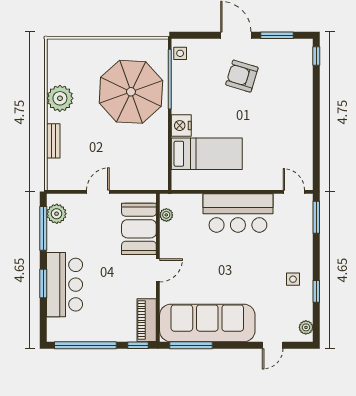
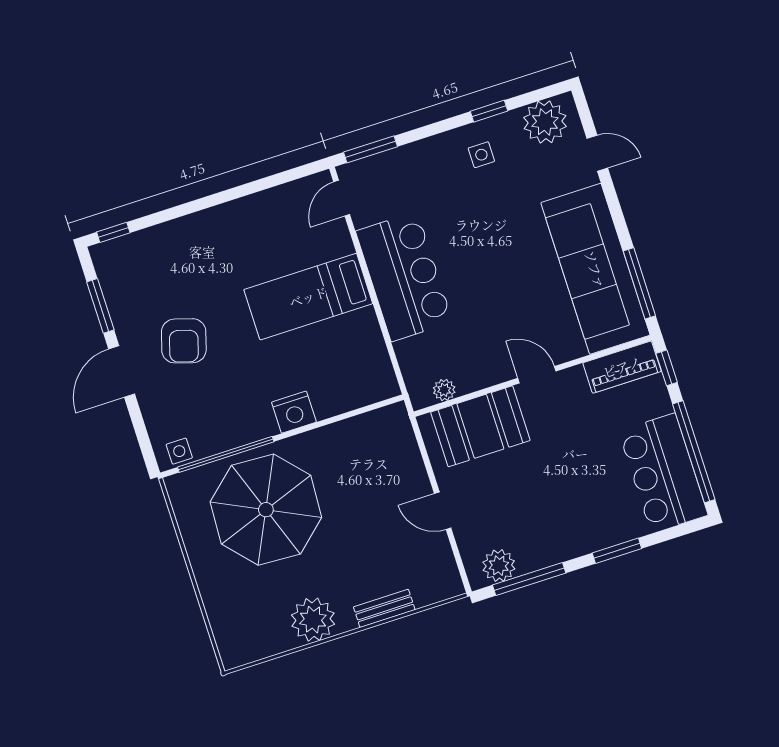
bed: (207, 154) -> (308, 297), moved, turned -90
bar counter: (65, 285) -> (663, 473), moved, turned -90
plant: (306, 327) -> (545, 122), width x1.88, depth x1.88

